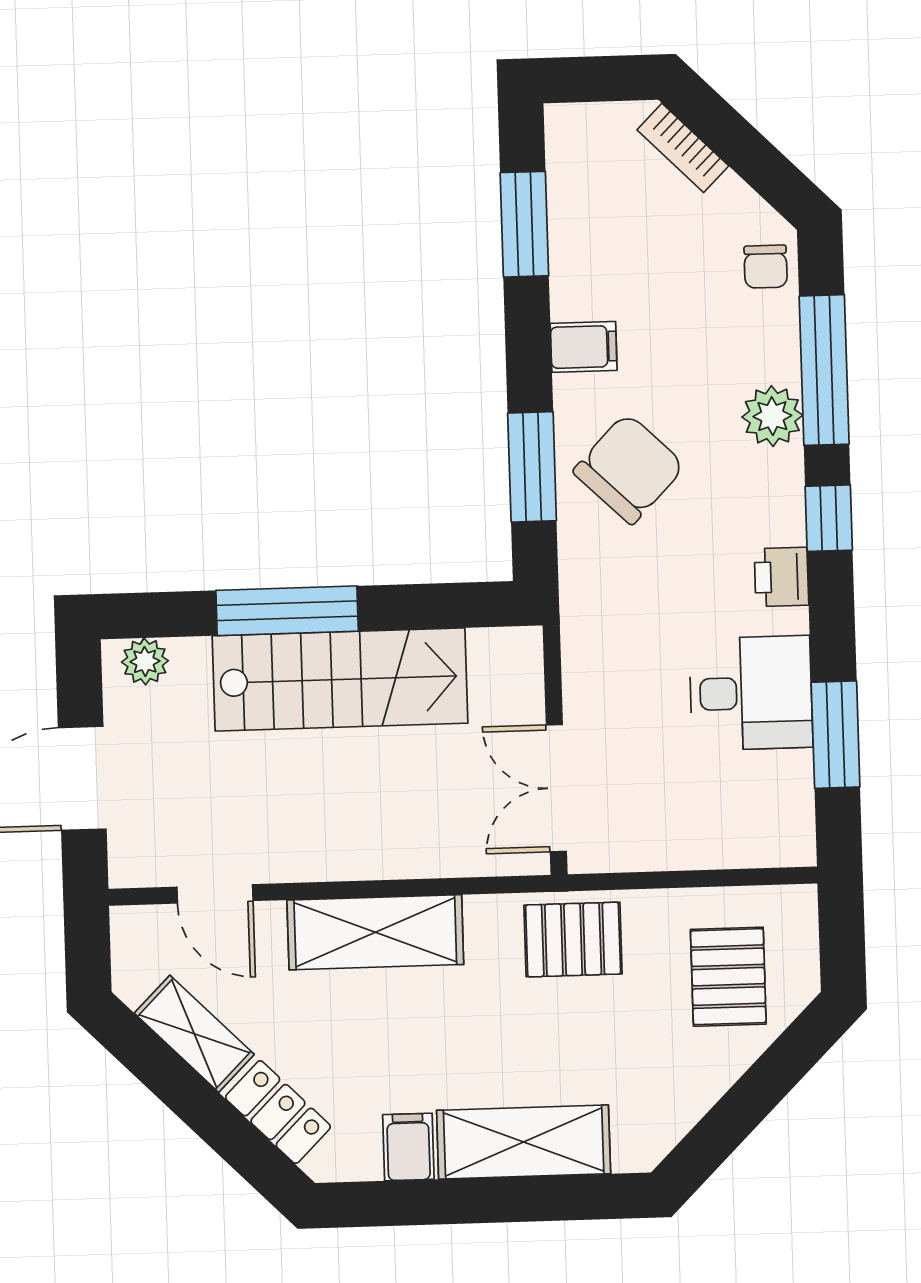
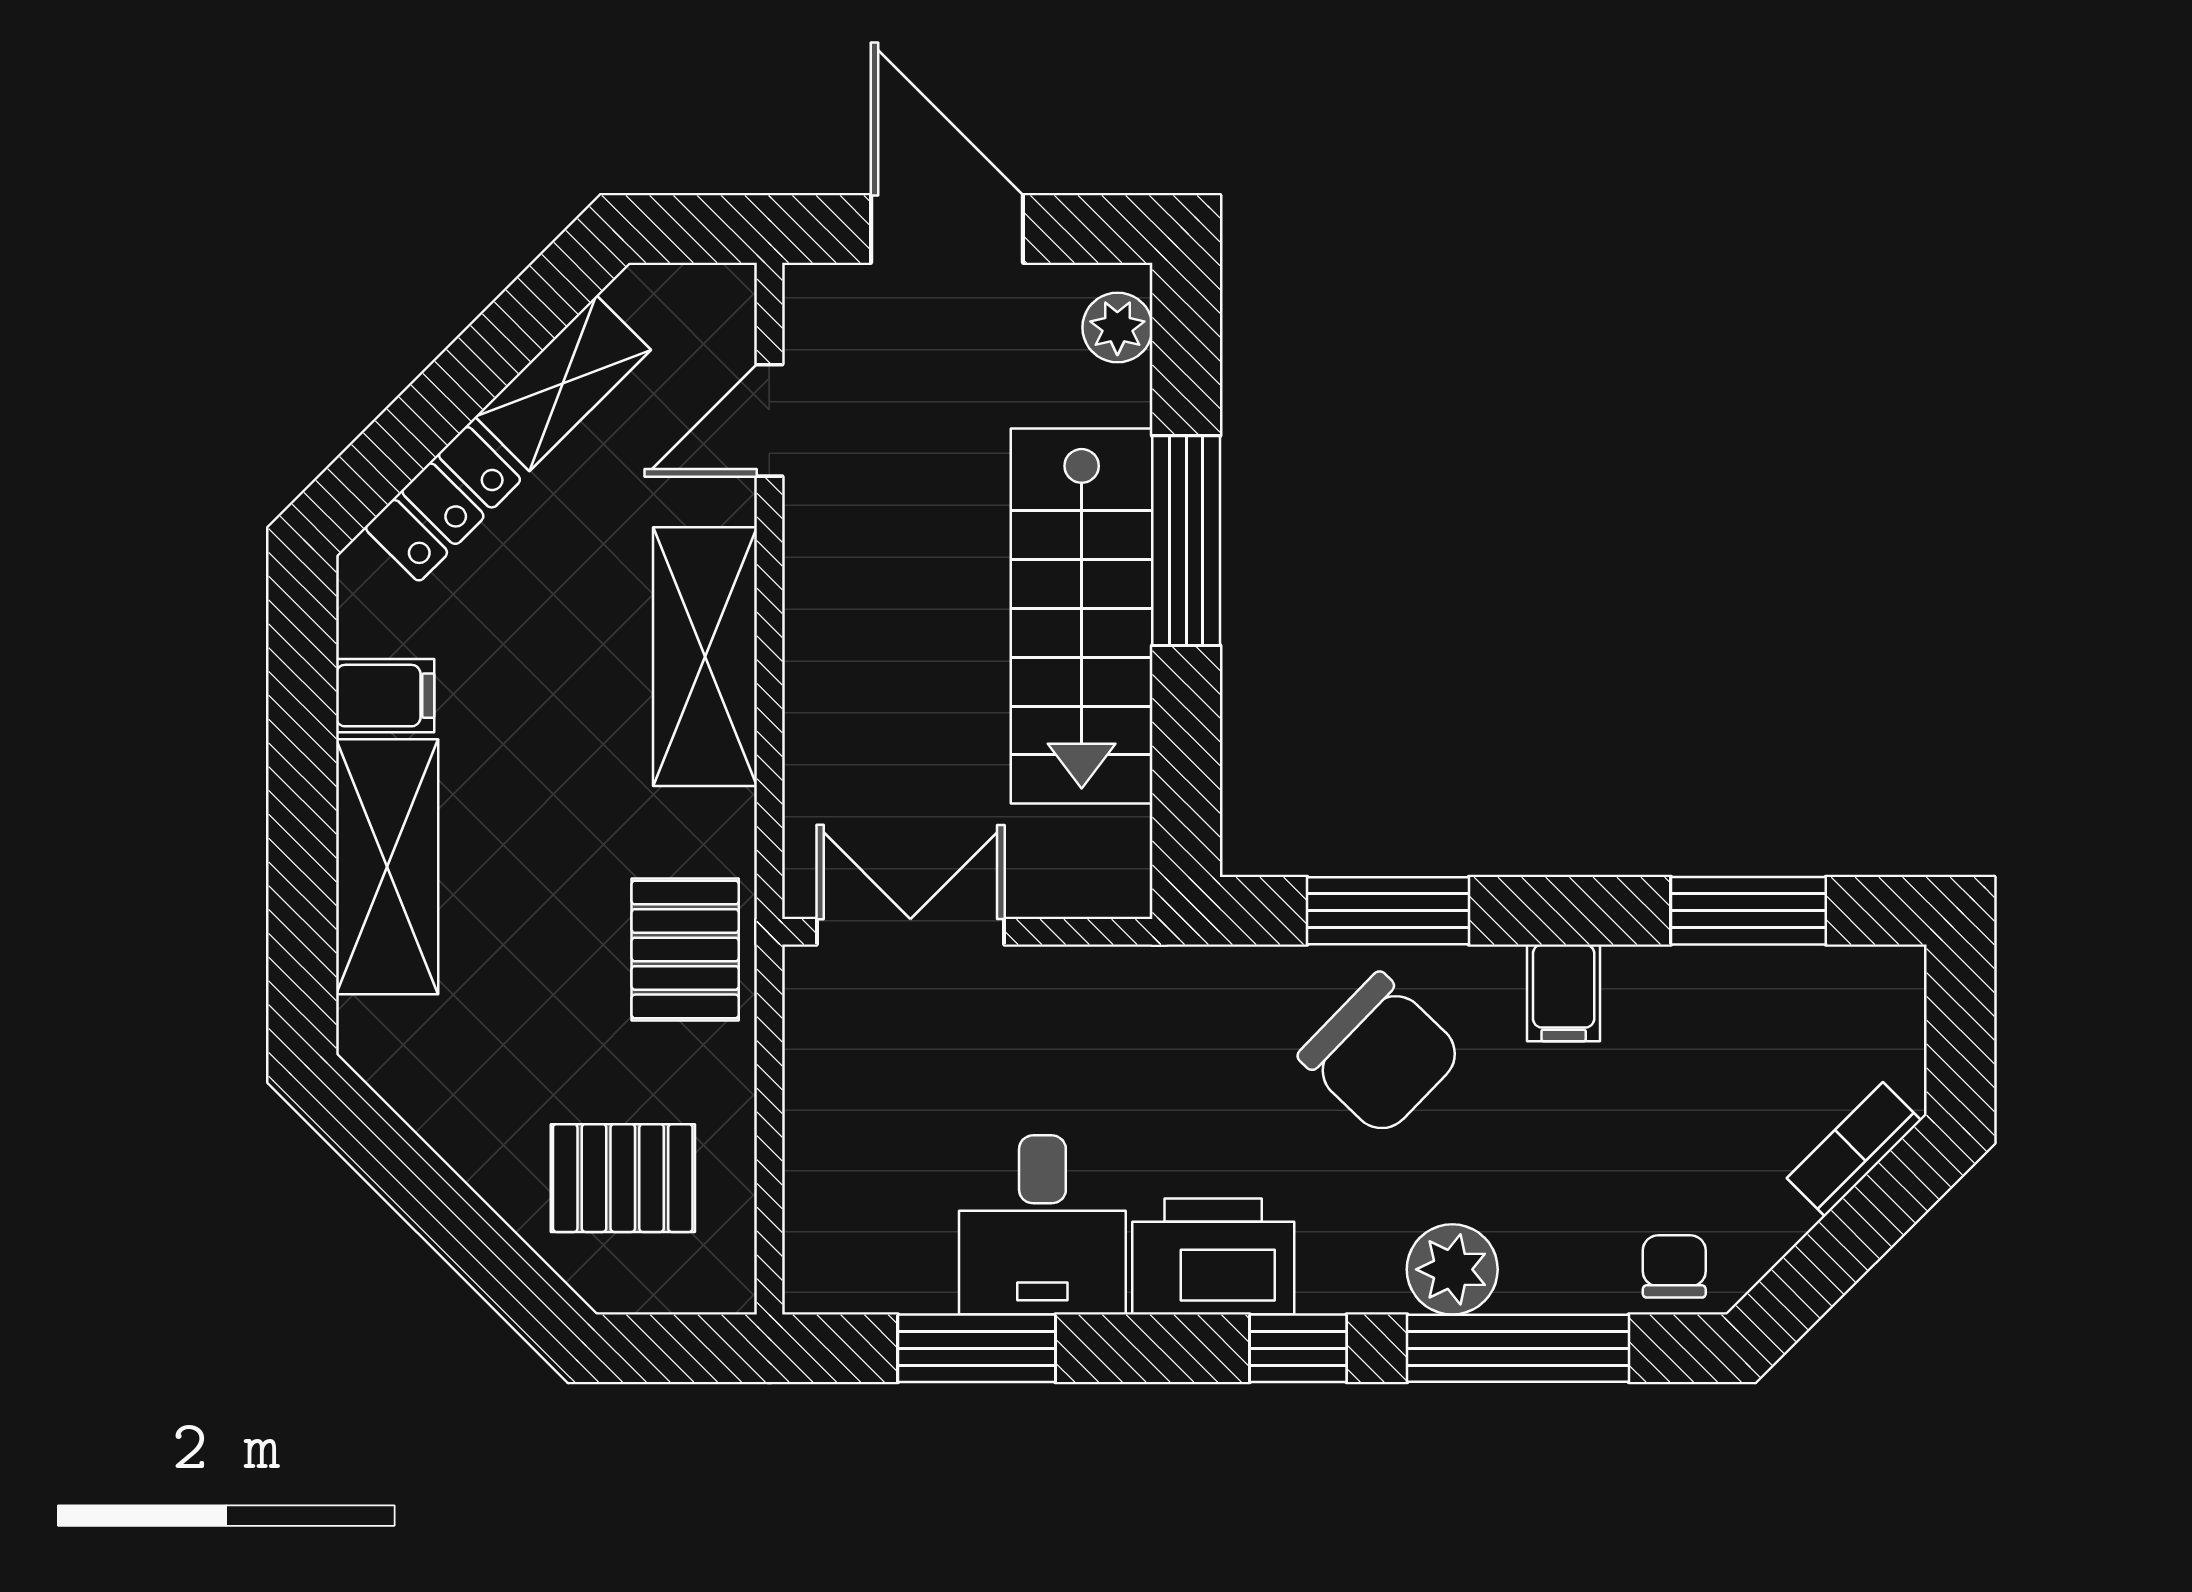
chair: (766, 267) -> (1674, 1266), turned 90
printer: (781, 577) -> (1213, 1257), width x1.87, depth x1.48

